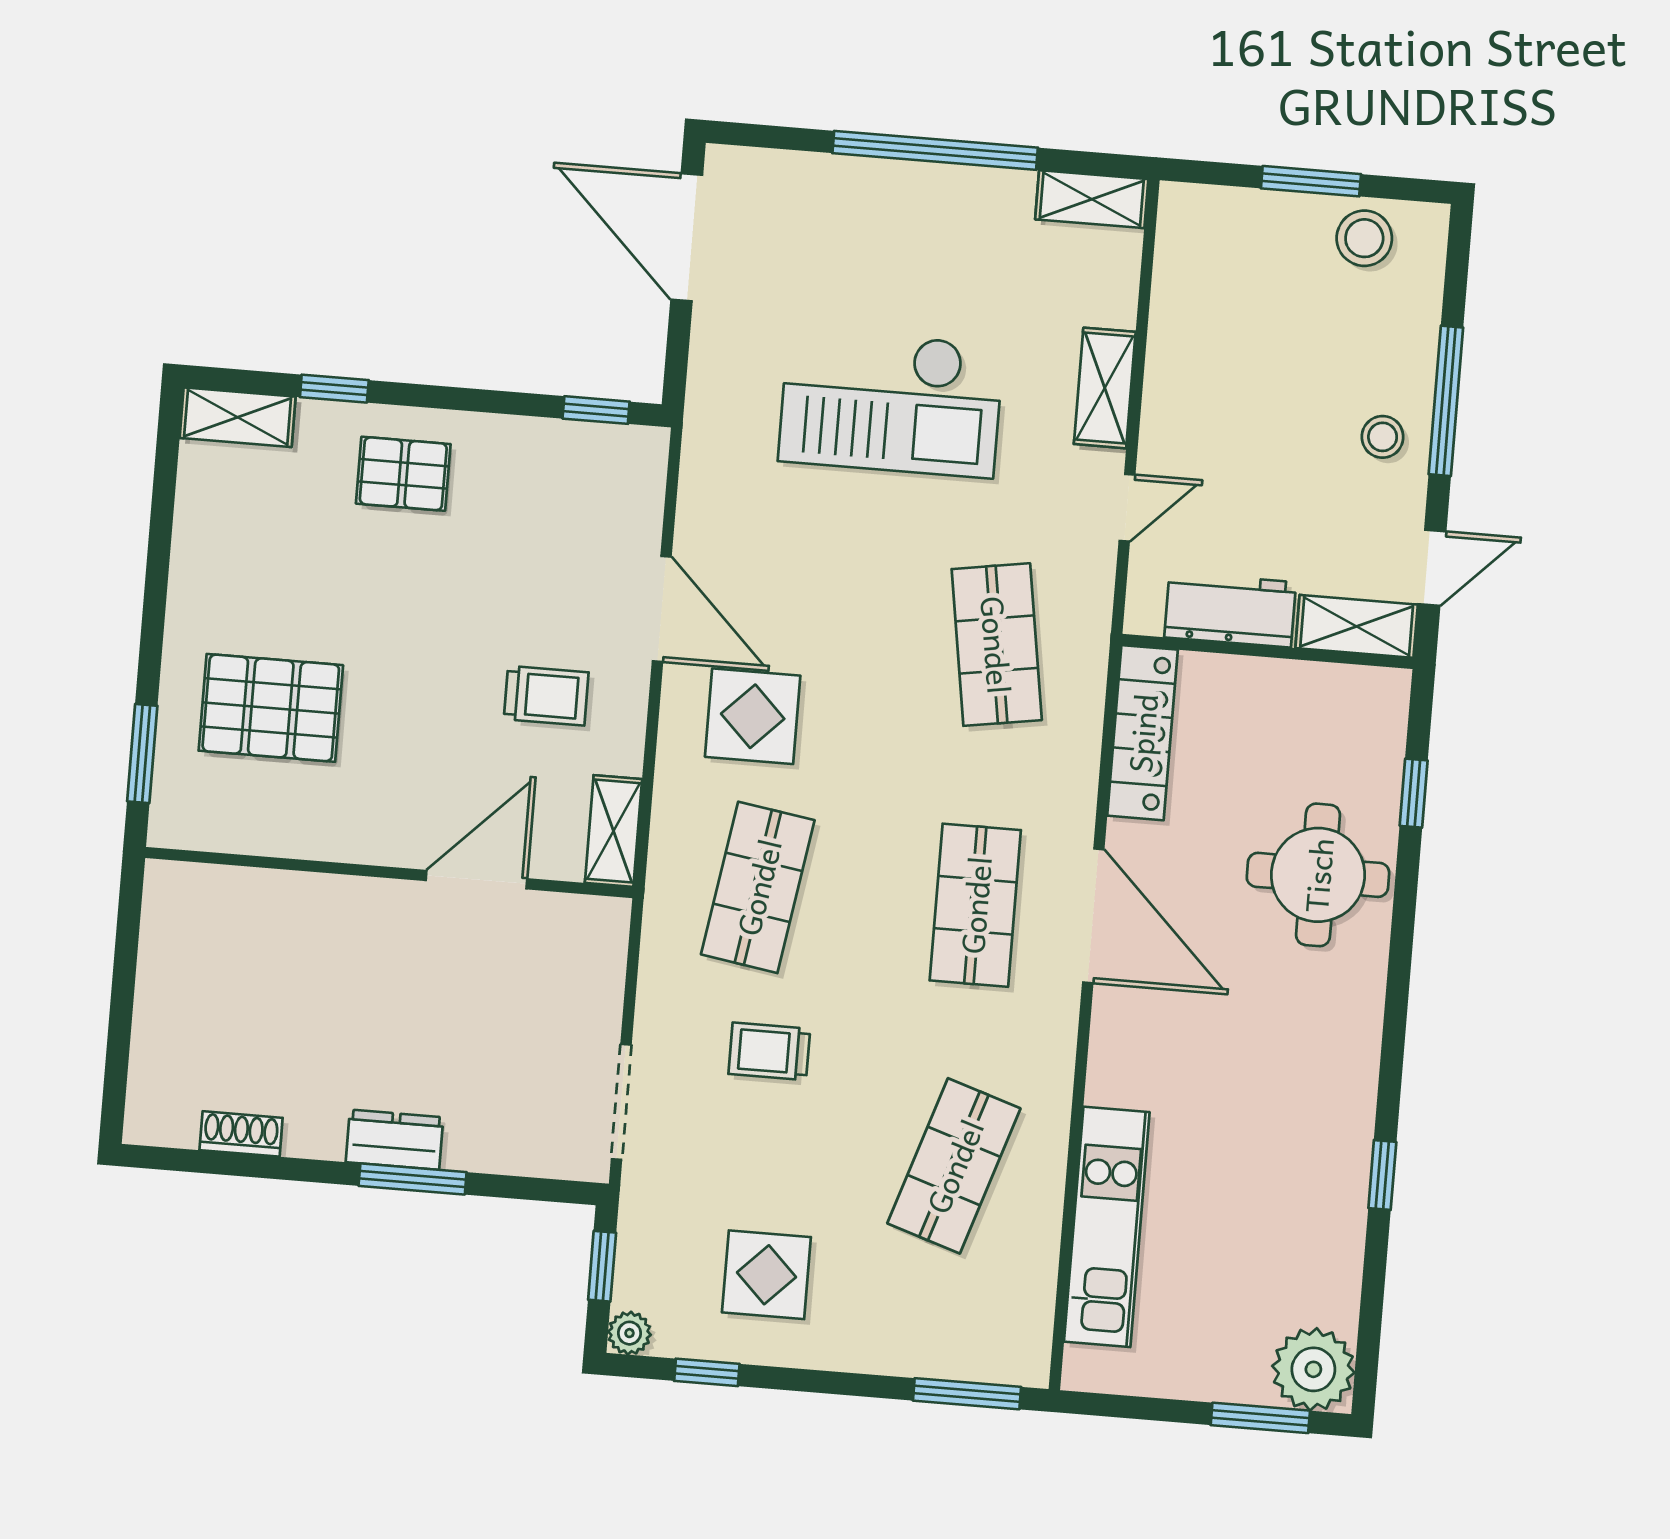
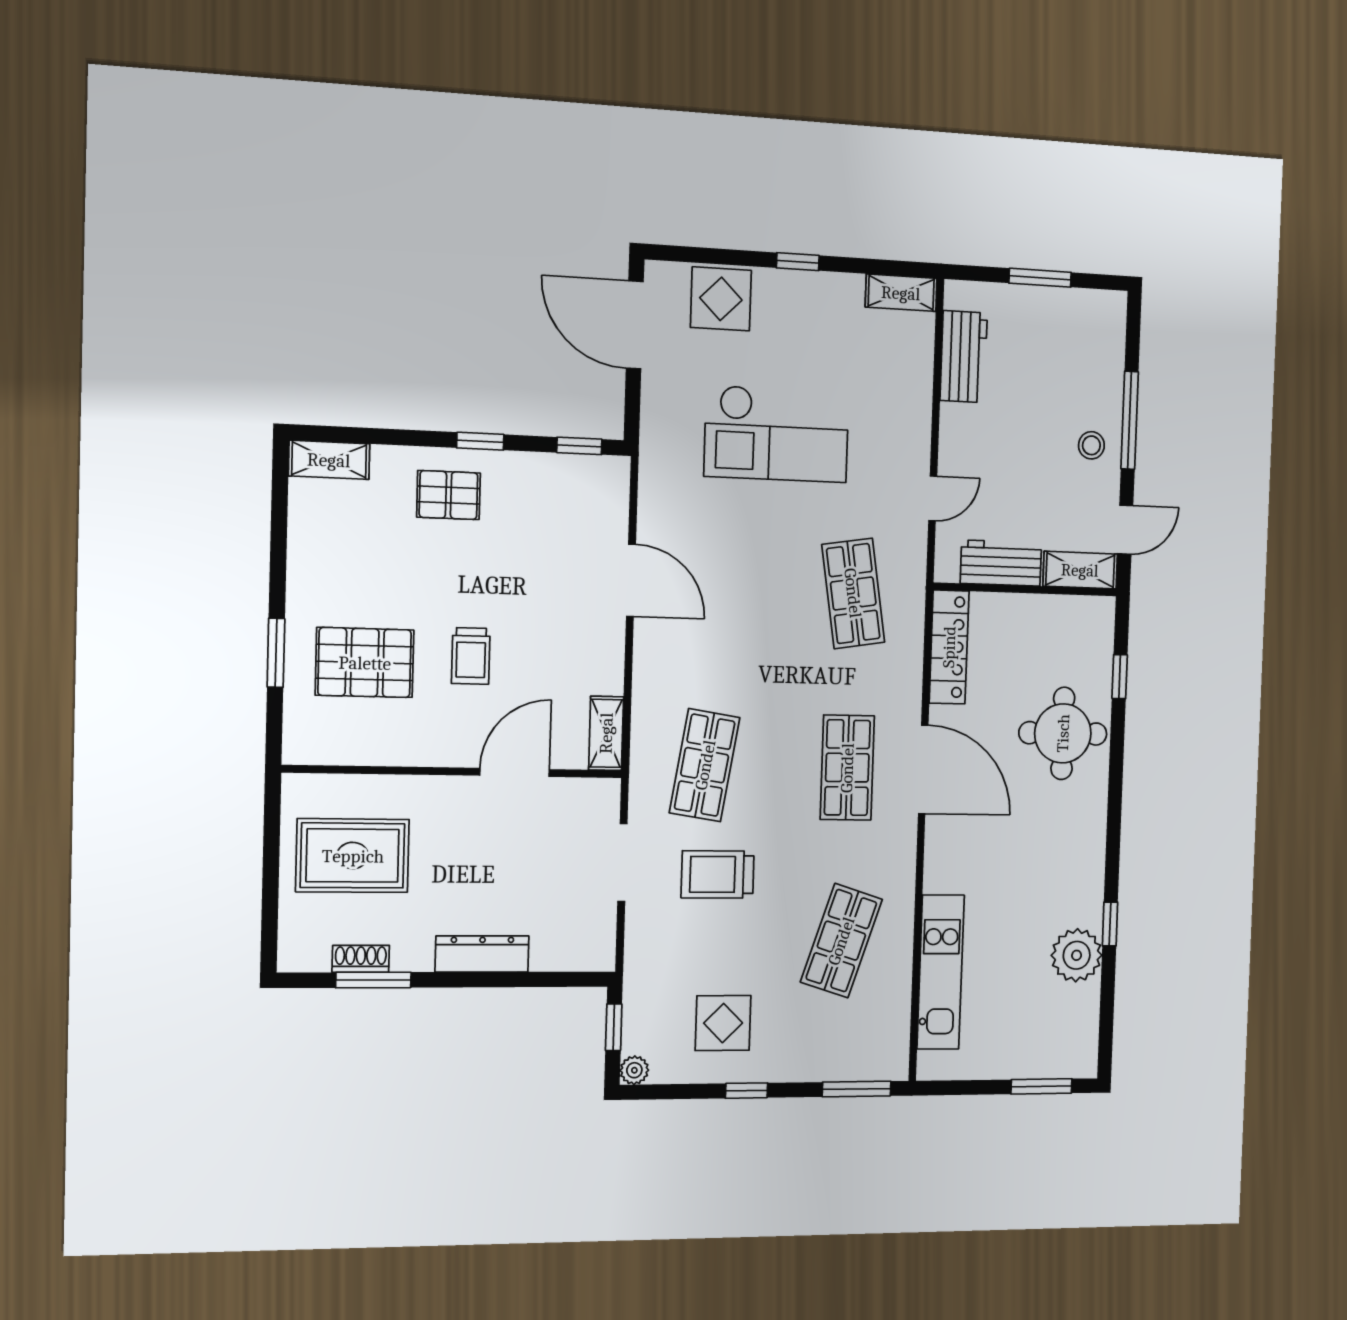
window: (935, 150) -> (798, 262), width x0.32
stool: (1364, 238) -> (1075, 315), removed
workbench: (1185, 297) -> (964, 357), added
shelving: (1105, 388) -> (915, 419), removed
window: (334, 389) -> (480, 441), moved
trolley: (546, 696) -> (471, 656), moved, turned 90
display table: (753, 716) -> (721, 299), moved
window: (142, 754) -> (276, 653), moved
rug: (238, 984) -> (353, 856), added
trolley: (769, 1051) -> (718, 874), width x1.36, depth x1.39
doorway: (621, 1102) -> (622, 863), moved
dresser: (395, 1140) -> (482, 954), width x1.44
window: (413, 1179) -> (373, 980), moved
plant: (1313, 1369) -> (1077, 955), moved
window: (707, 1372) -> (746, 1091), moved

